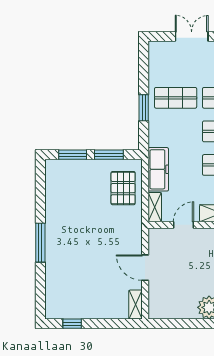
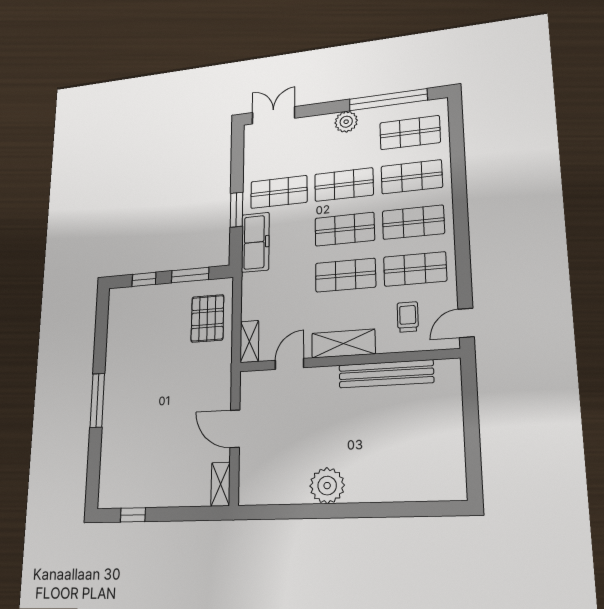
double door: (192, 36) -> (273, 115), moved
window: (73, 155) -> (144, 279), width x0.67
freezer: (158, 169) -> (255, 242), moved

